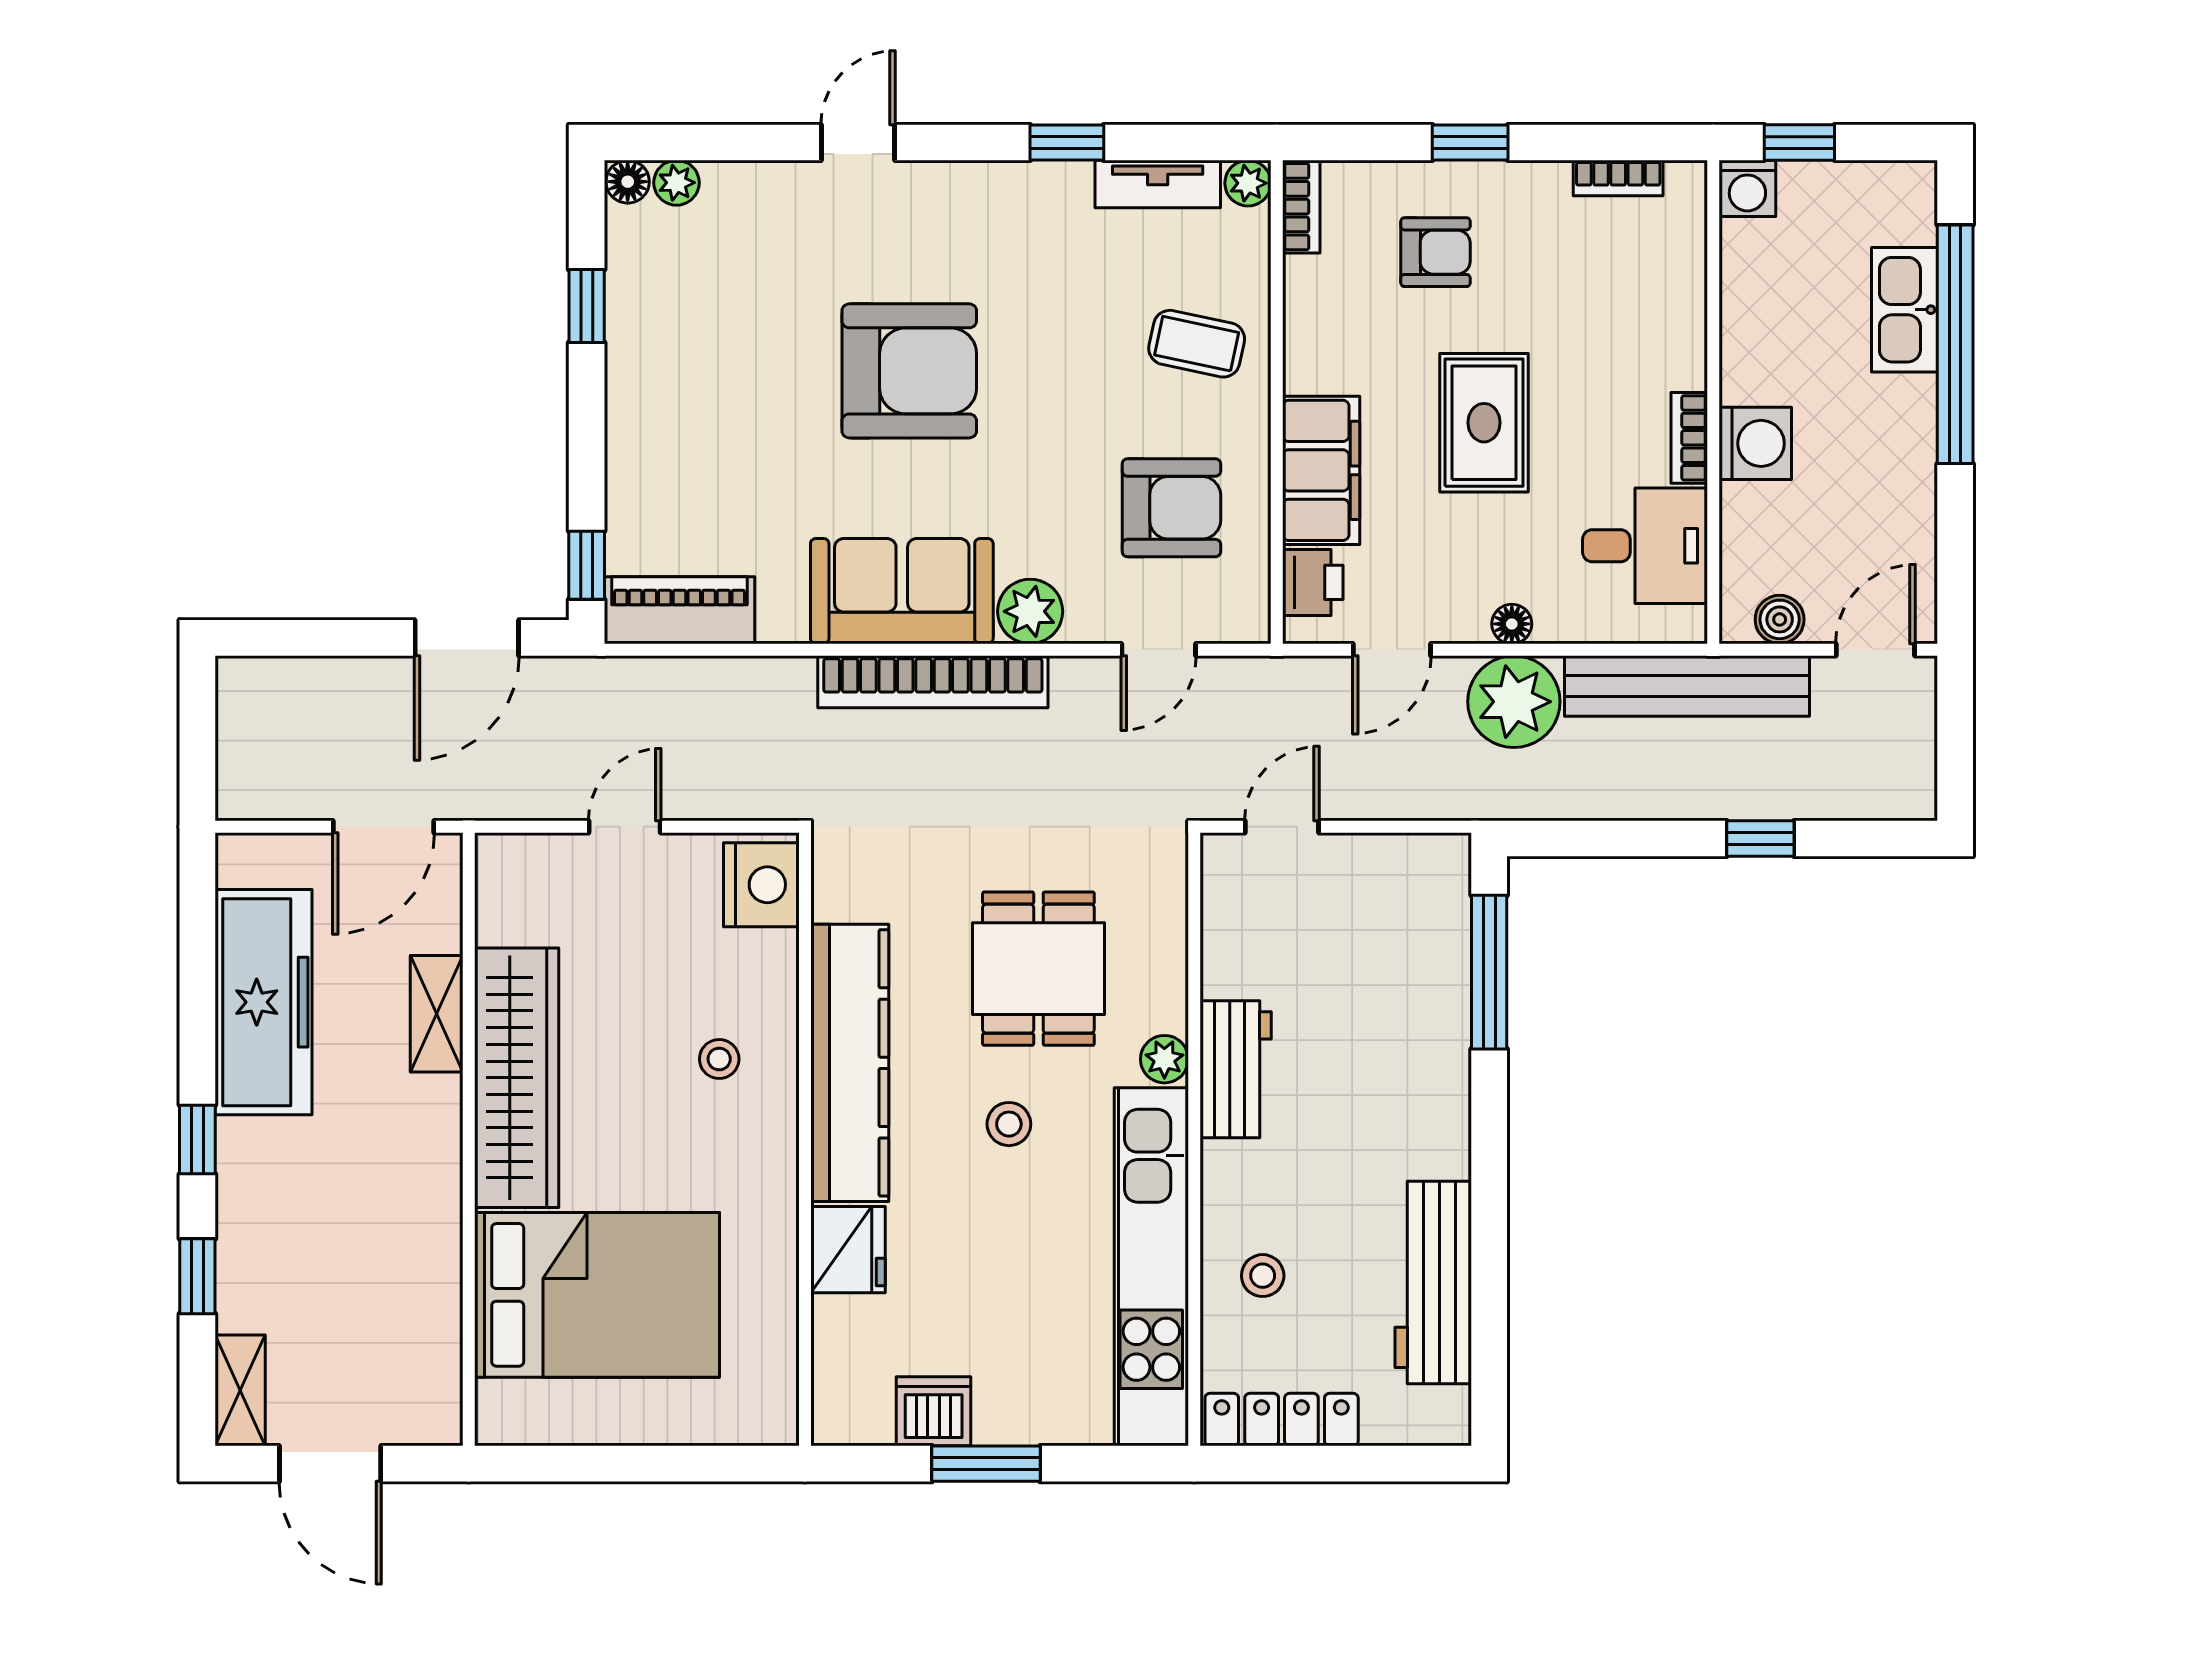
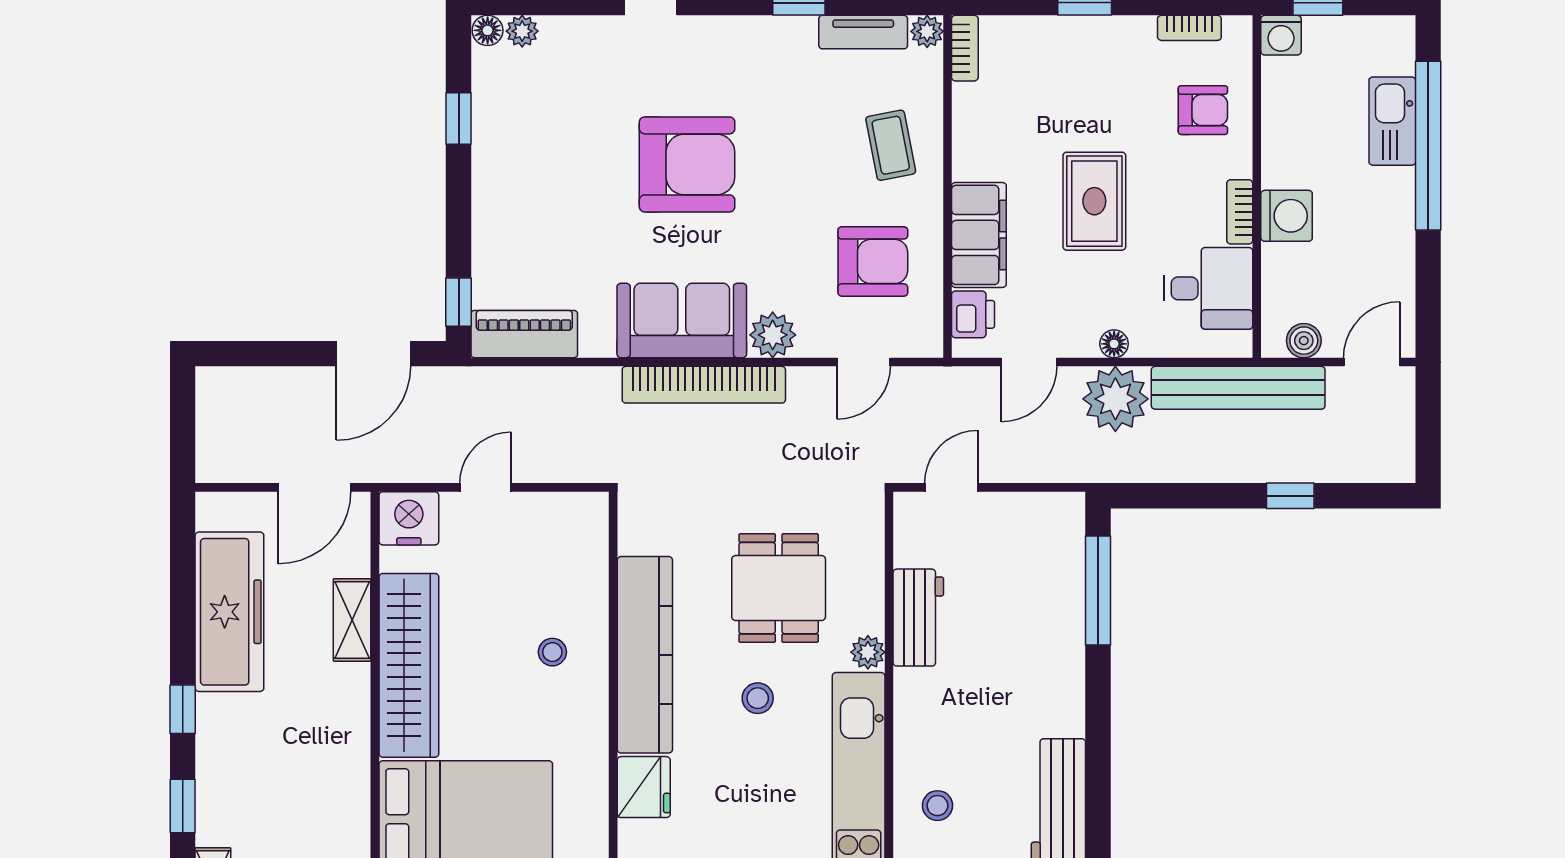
armchair: (1436, 252) -> (1203, 110), moved
coffee table: (1197, 344) -> (891, 145), turned 67
nightstand: (761, 885) -> (409, 518), moved, turned -90
workbench: (1236, 1069) -> (918, 618), moved

